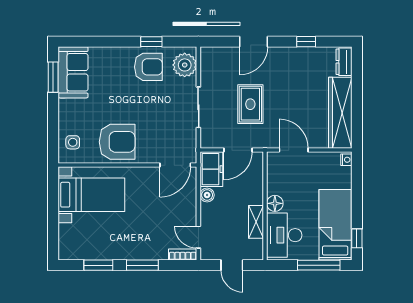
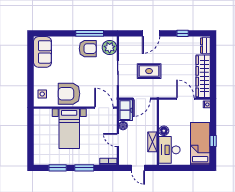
window: (151, 42) -> (90, 33), width x2.17
window: (53, 77) -> (31, 55), removed
rug: (250, 104) -> (149, 71), turned 90
armchair: (117, 142) -> (69, 94), turned 180
door: (294, 150) -> (185, 99), moved
door: (175, 165) -> (104, 108), swing flipped
bed with nightstands: (91, 195) -> (69, 129), moved, turned 90
door: (198, 237) -> (118, 140), moved
window: (357, 238) -> (213, 141), moved
window: (319, 265) -> (190, 168), removed

